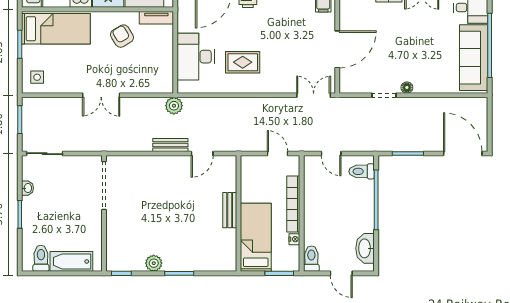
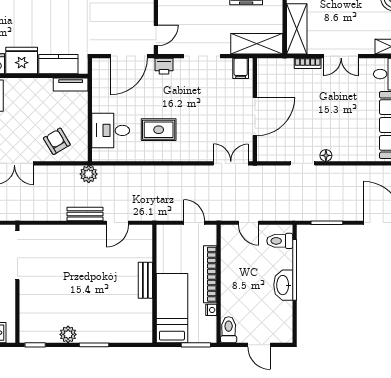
armchair: (122, 36) -> (57, 141), moved
desk: (196, 57) -> (111, 130), width x0.73
washbasin: (365, 248) -> (283, 285), moved

